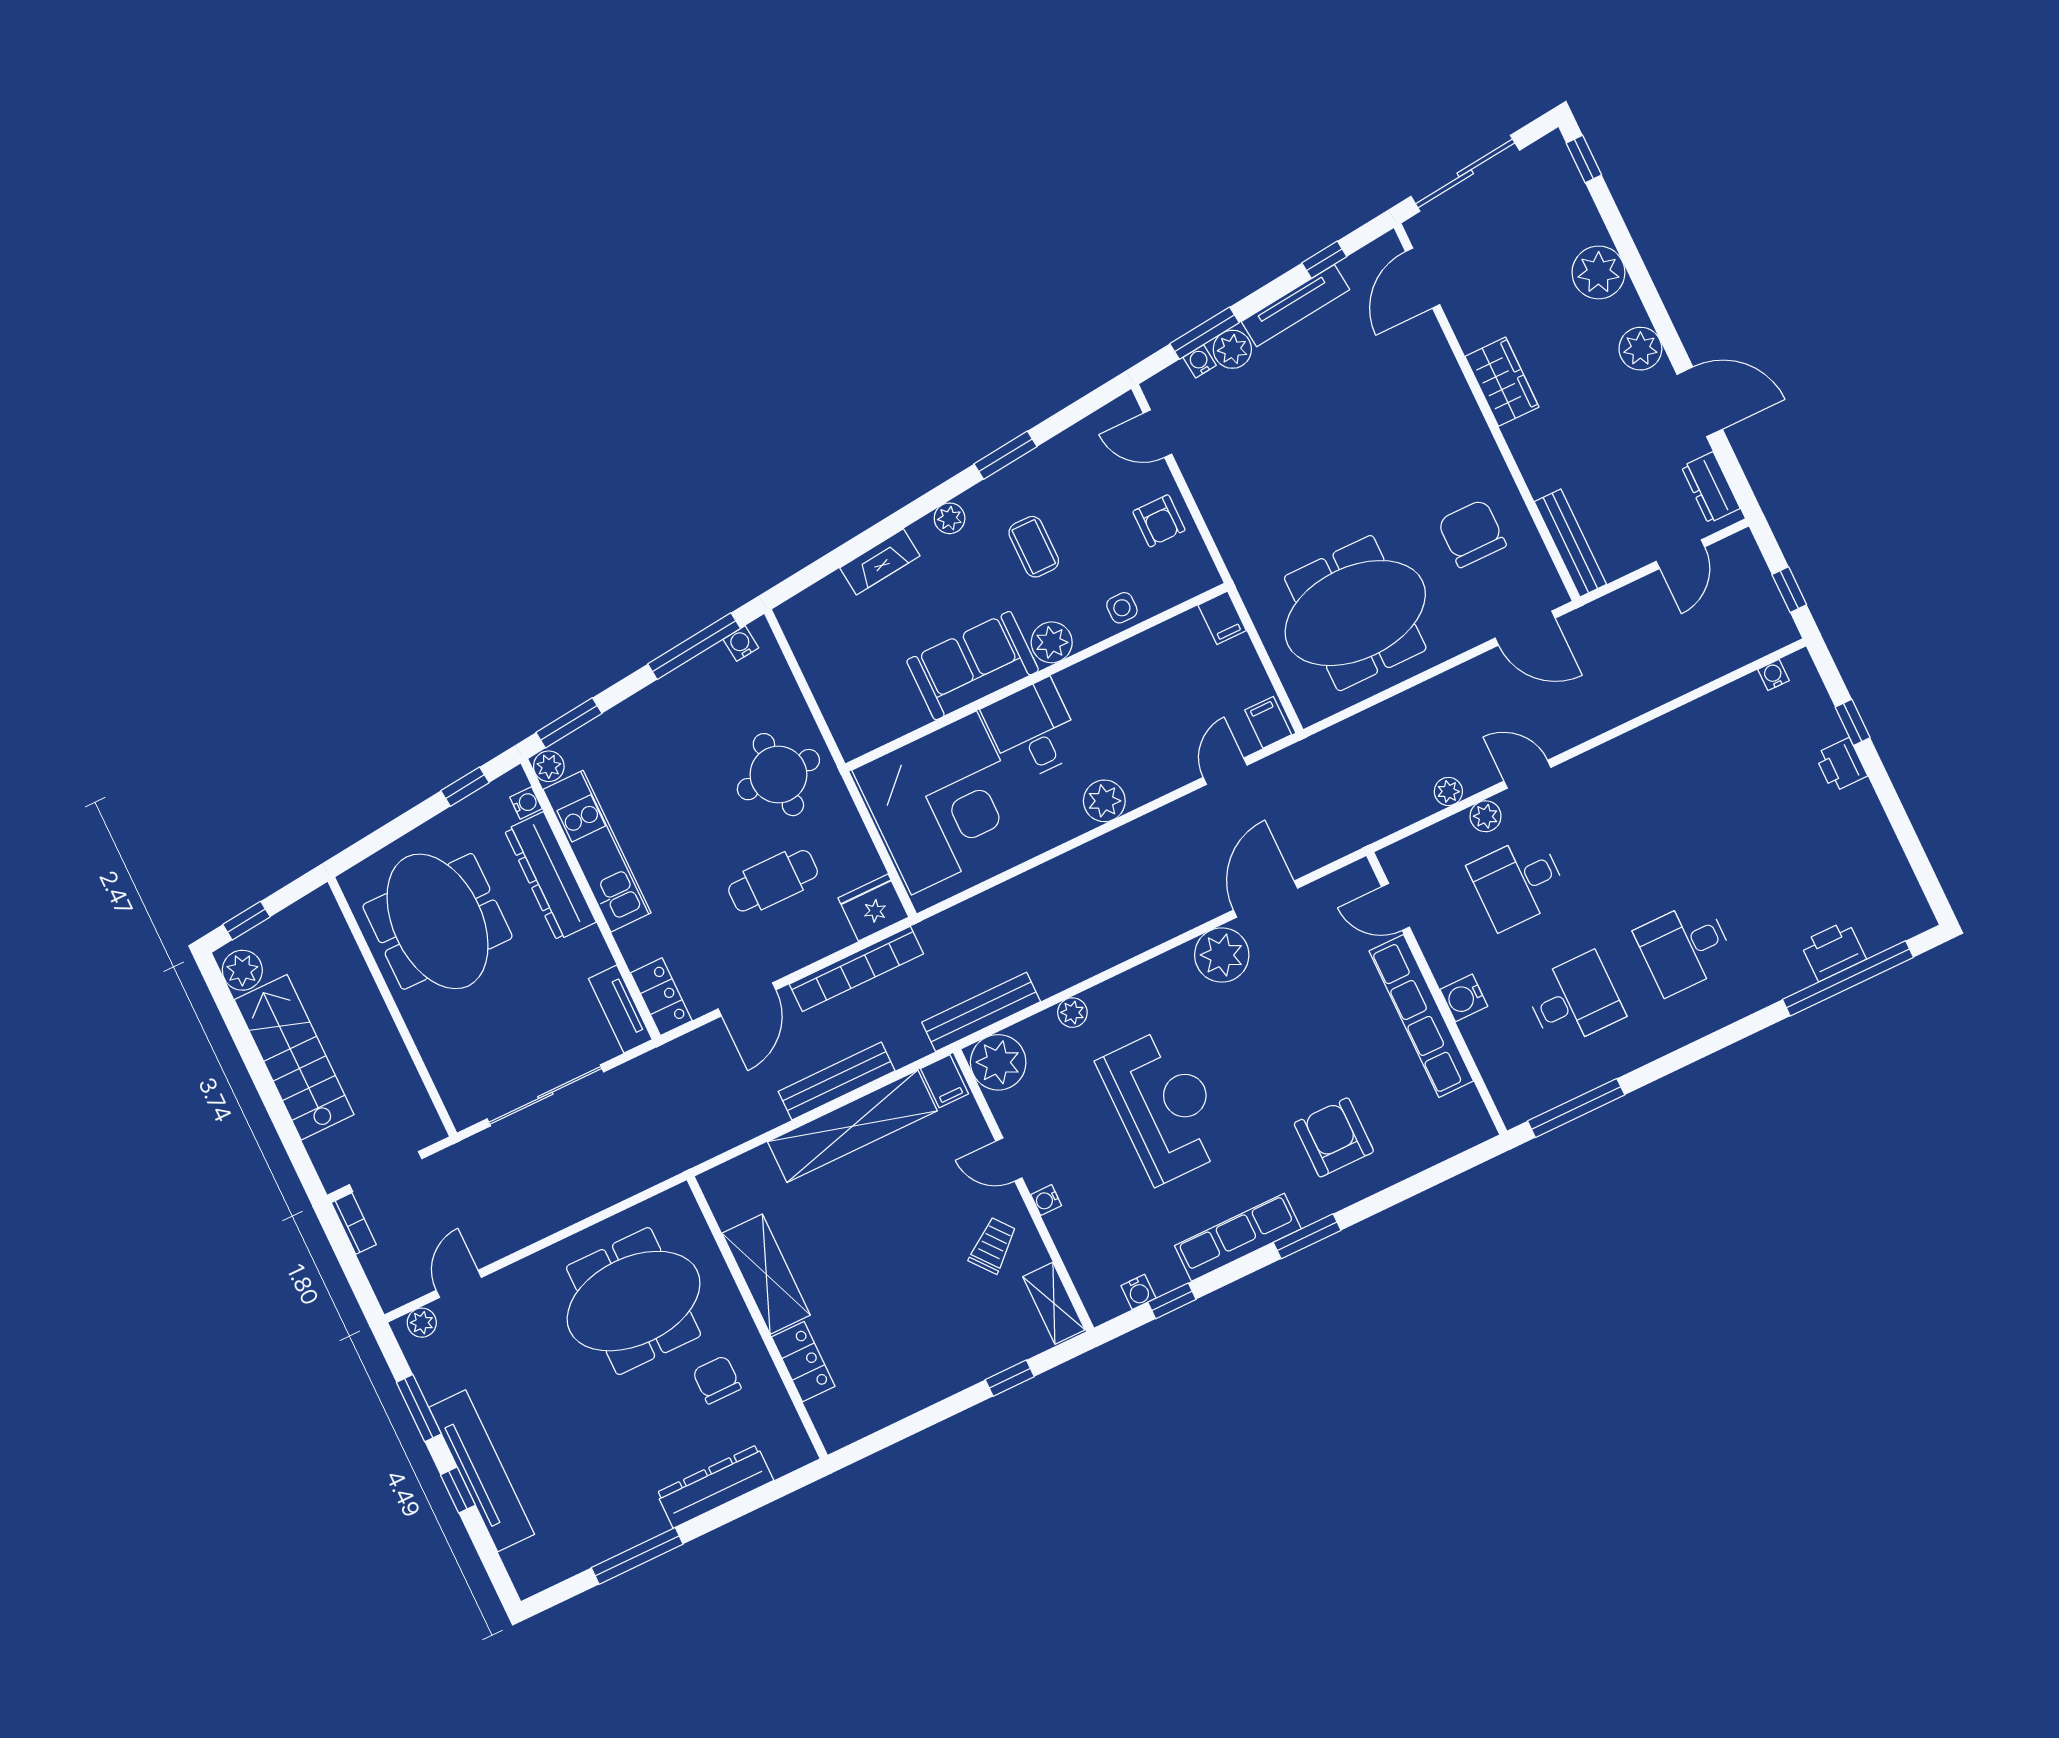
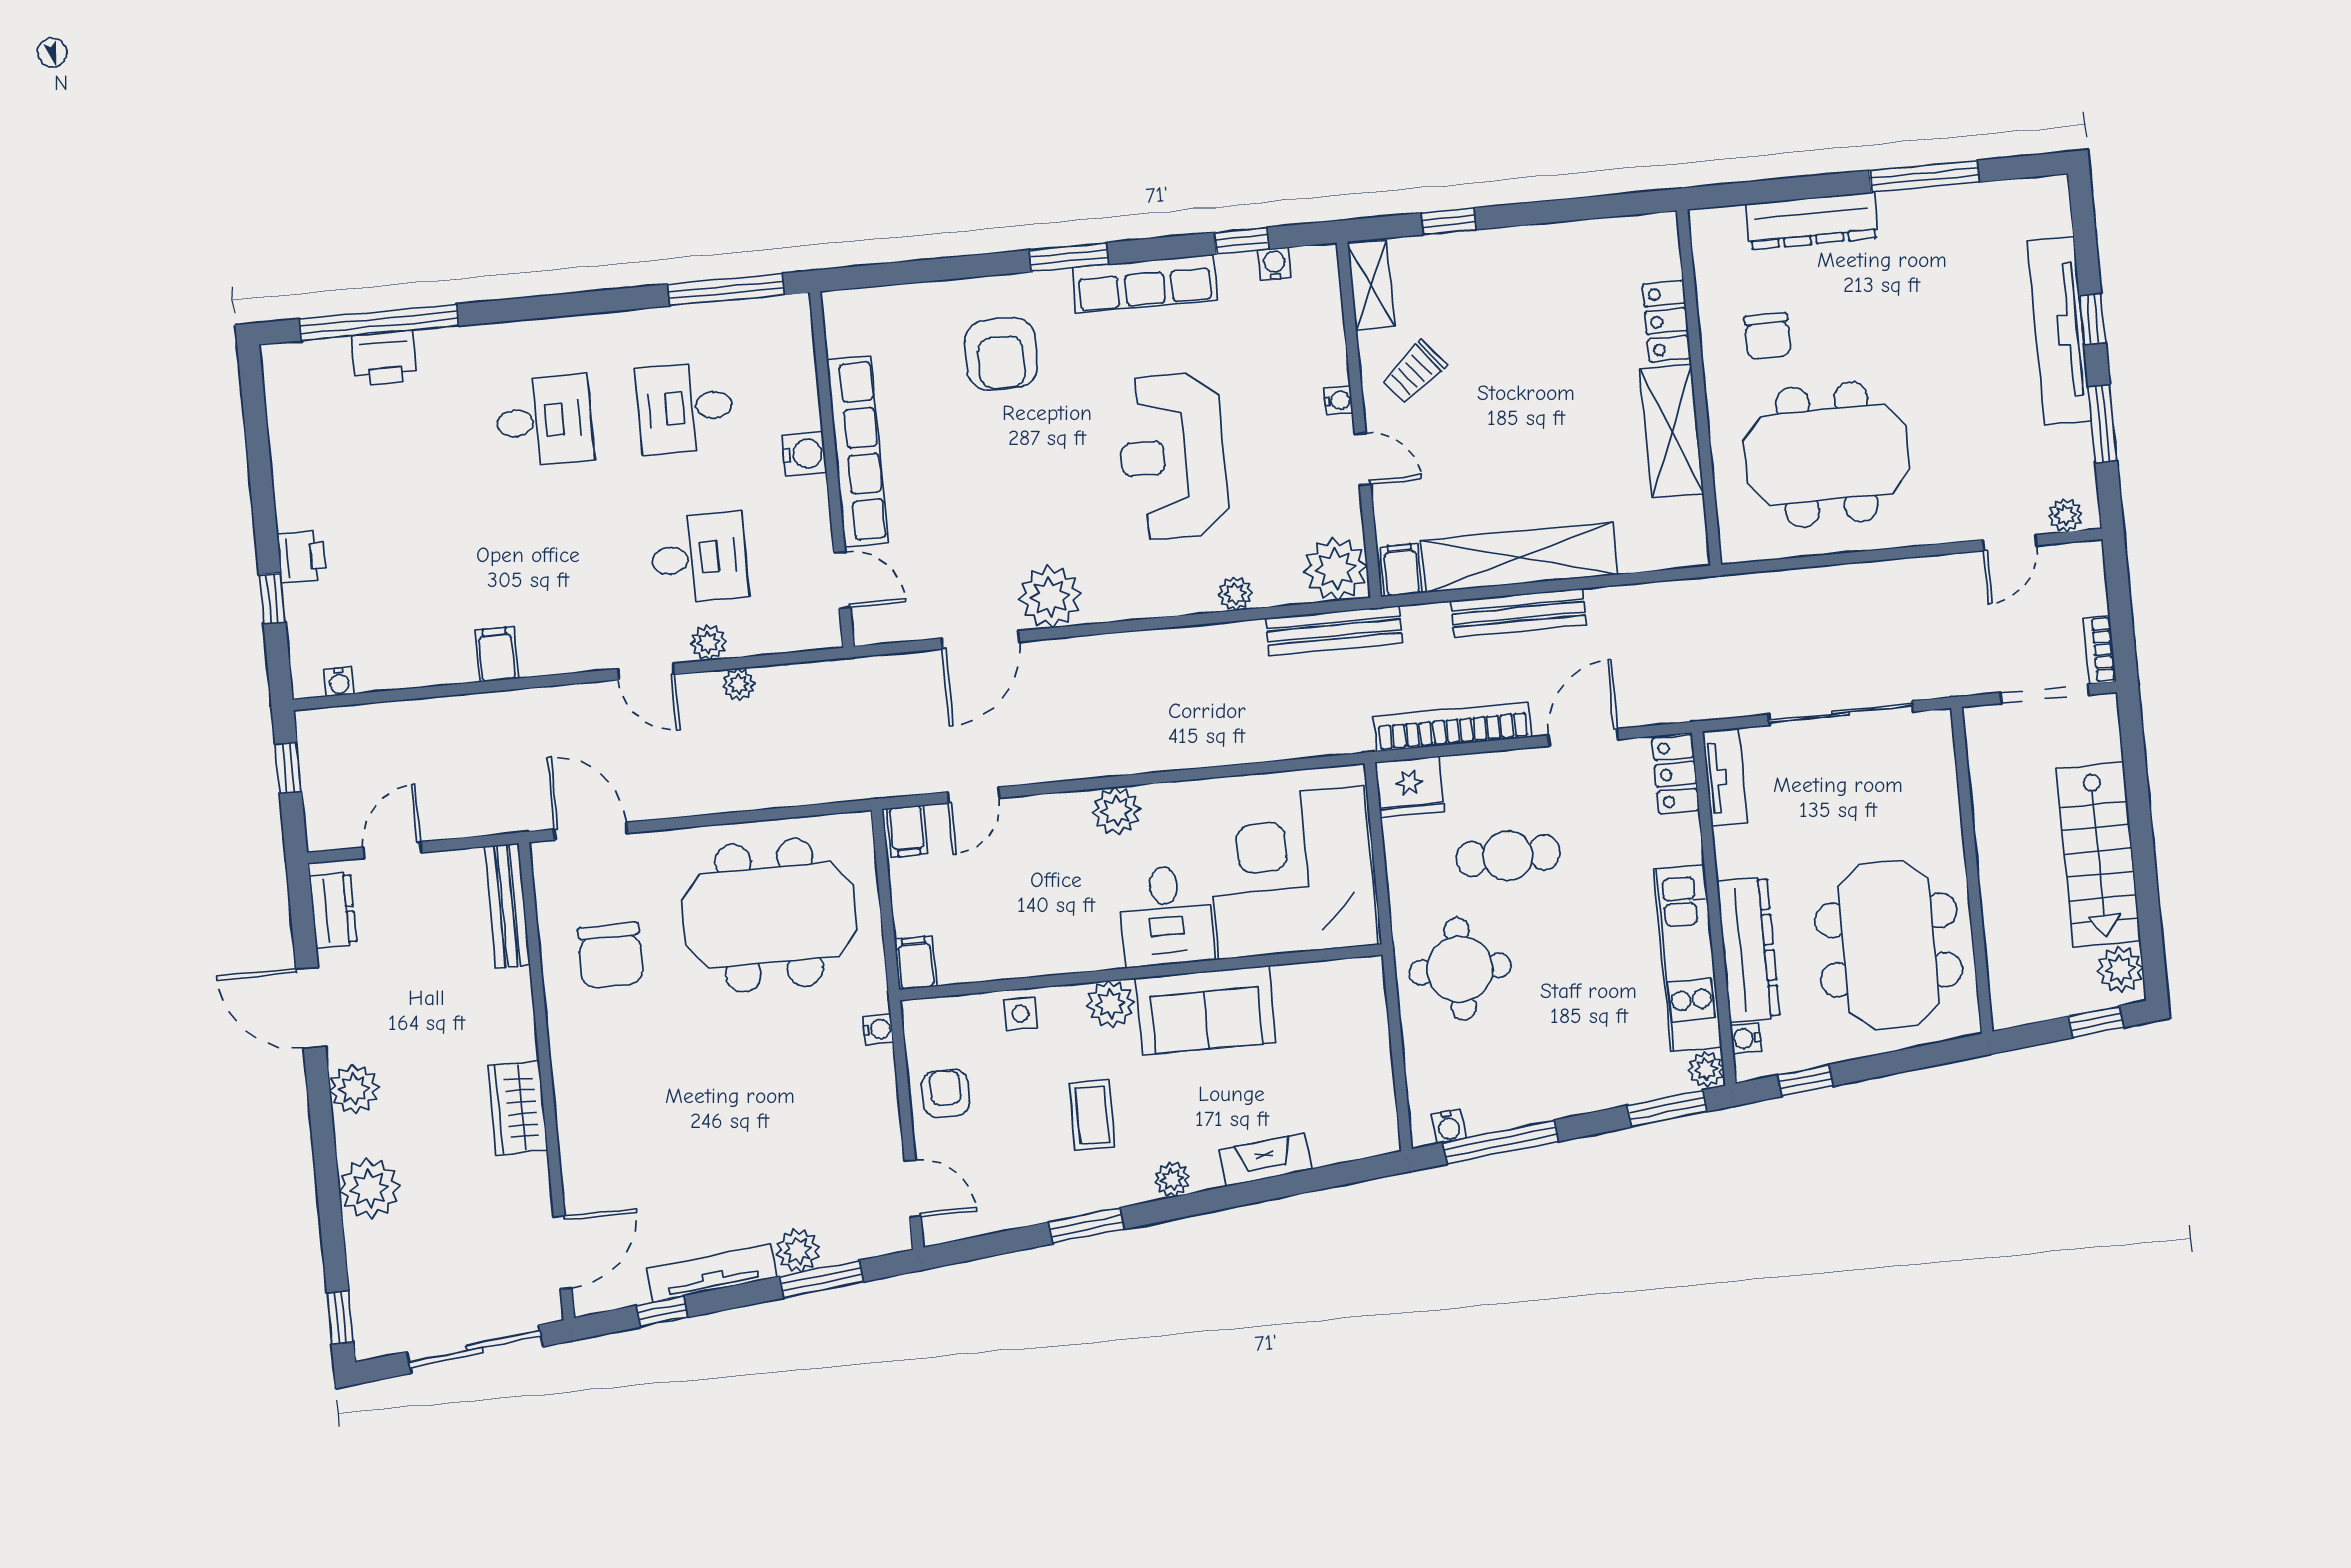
water cooler: (1200, 361) -> (878, 1029), moved, turned -84
filing cabinet: (1654, 744) -> (497, 654), added

